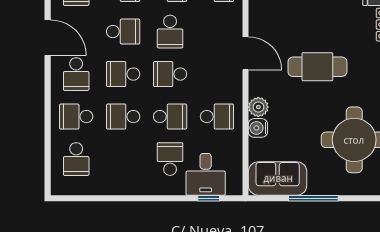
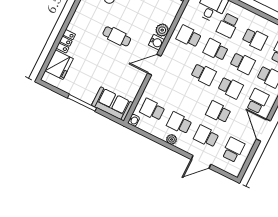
school desk: (170, 32) -> (255, 39), moved, turned 90
door: (246, 53) -> (154, 65), hinge flipped
cafe table: (317, 67) -> (117, 36), width x0.73, depth x0.74
water cooler: (258, 128) -> (156, 42), moved

